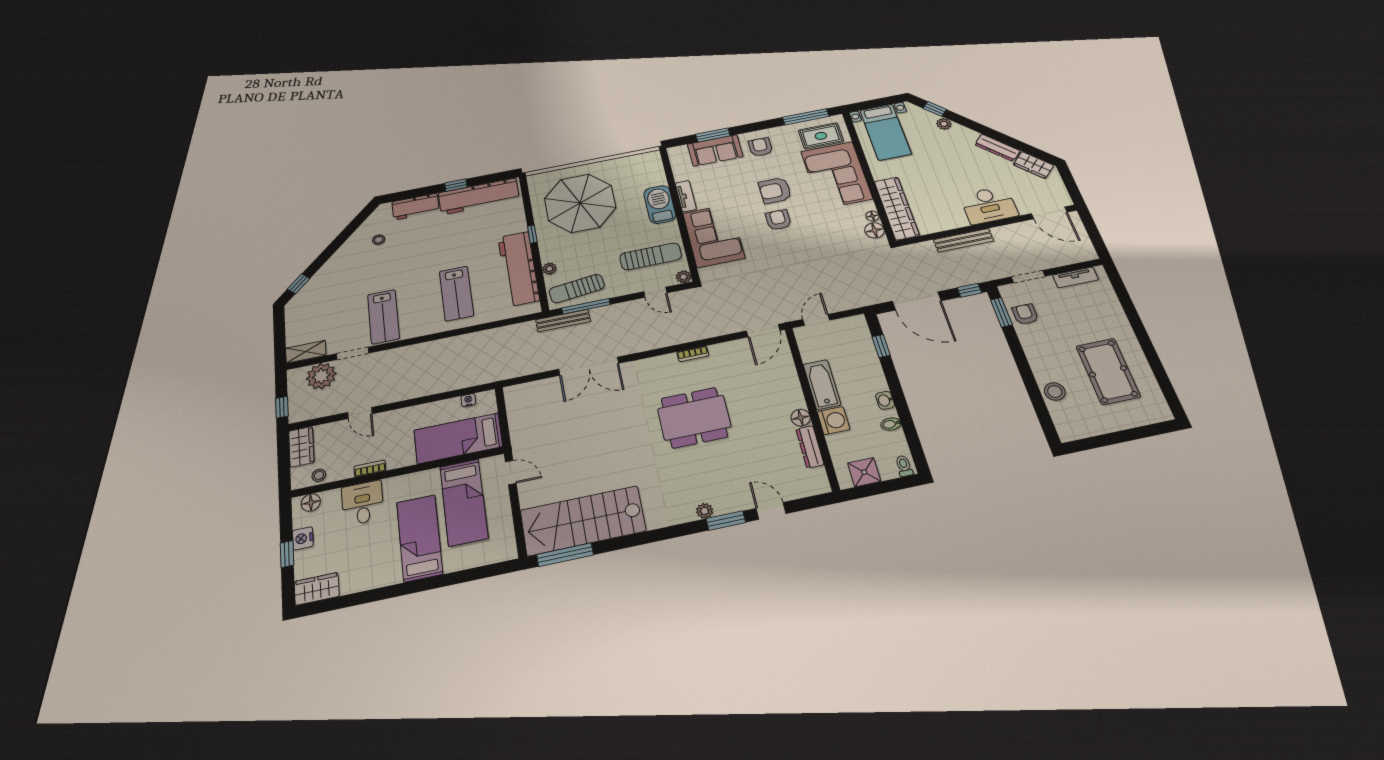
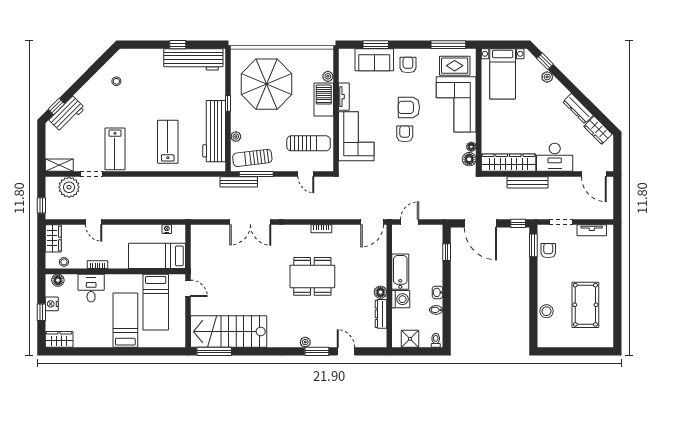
workbench: (415, 207) -> (67, 114), moved, turned -45
wardrobe: (897, 208) -> (508, 163), moved, turned -90
plant: (684, 277) -> (328, 76), moved
lab bench: (456, 293) -> (168, 142), turned 180

